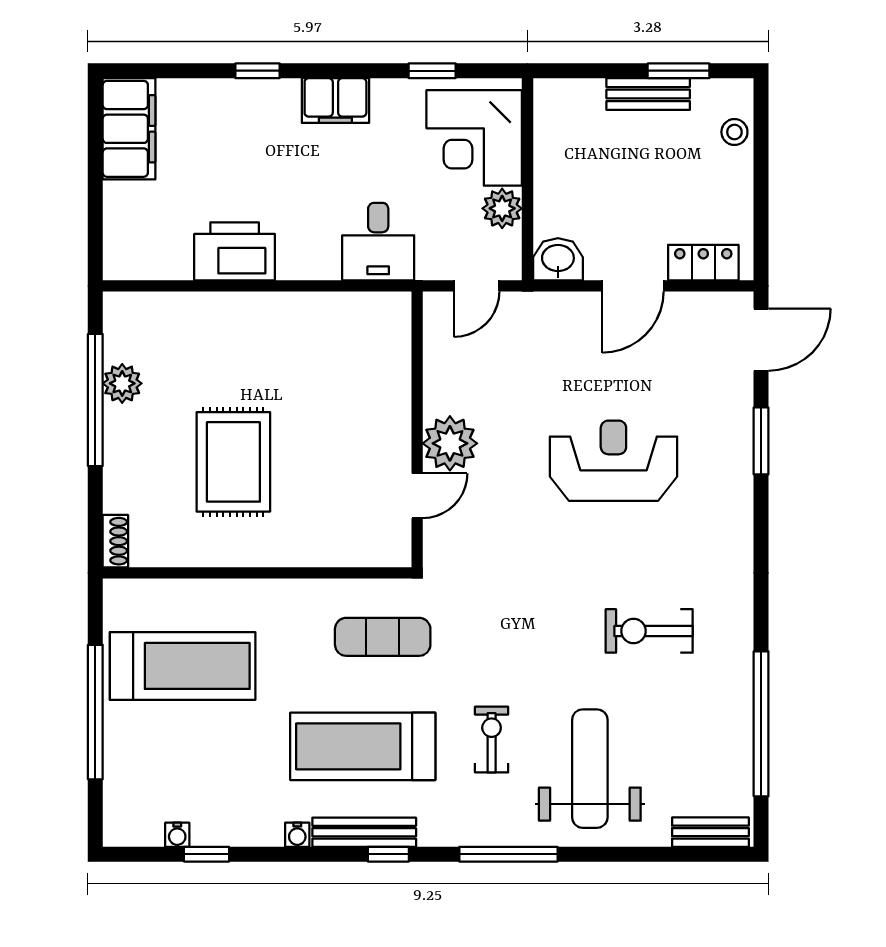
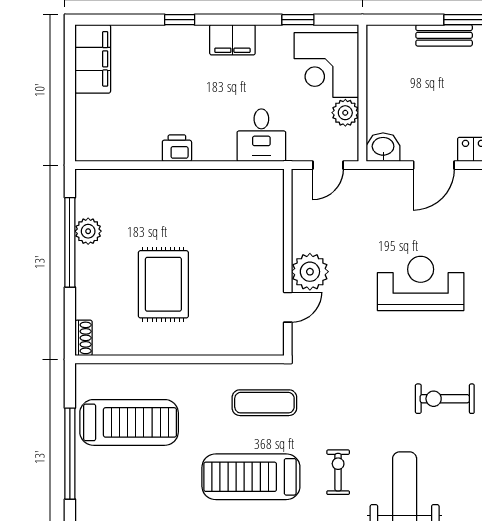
printer: (235, 251) -> (177, 148), width x0.53, depth x0.68

